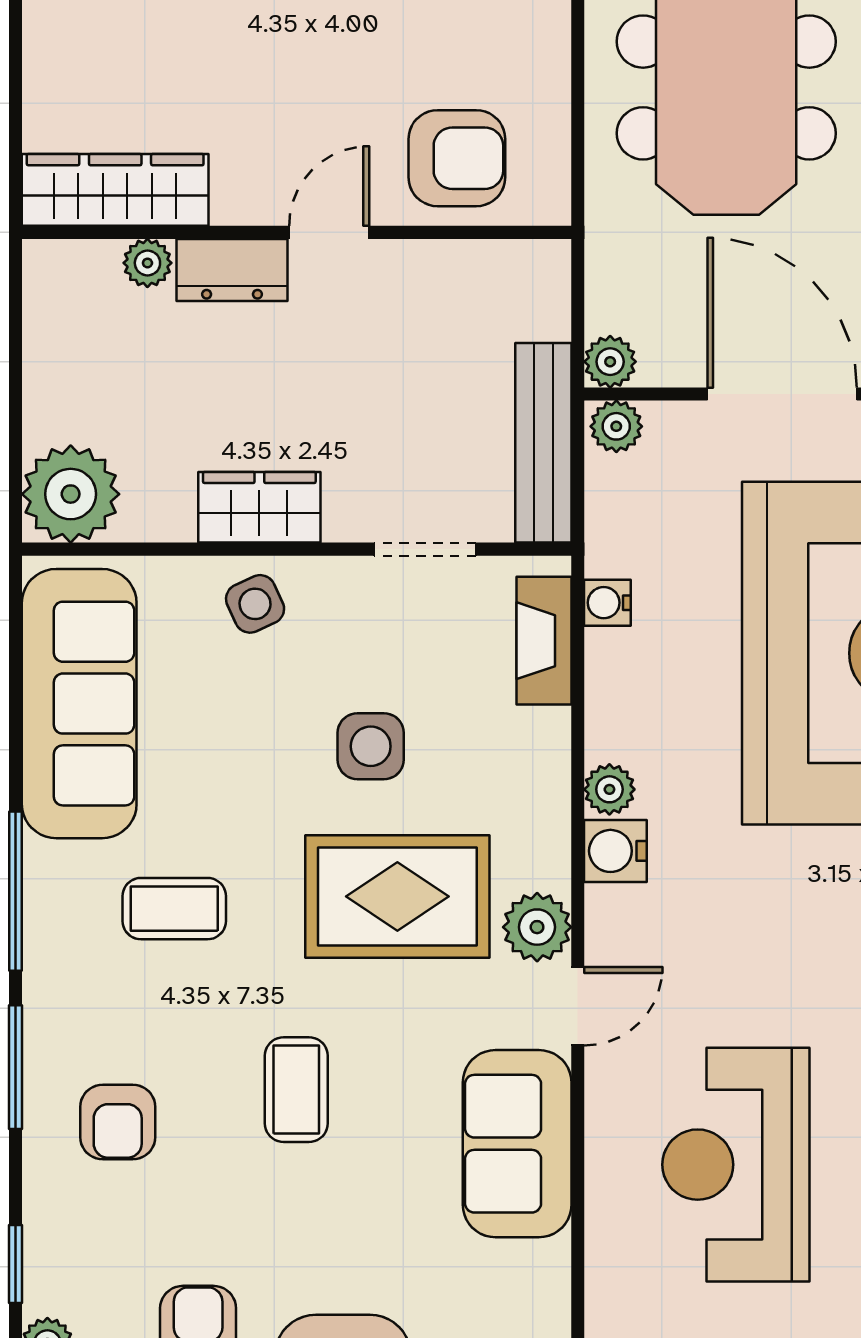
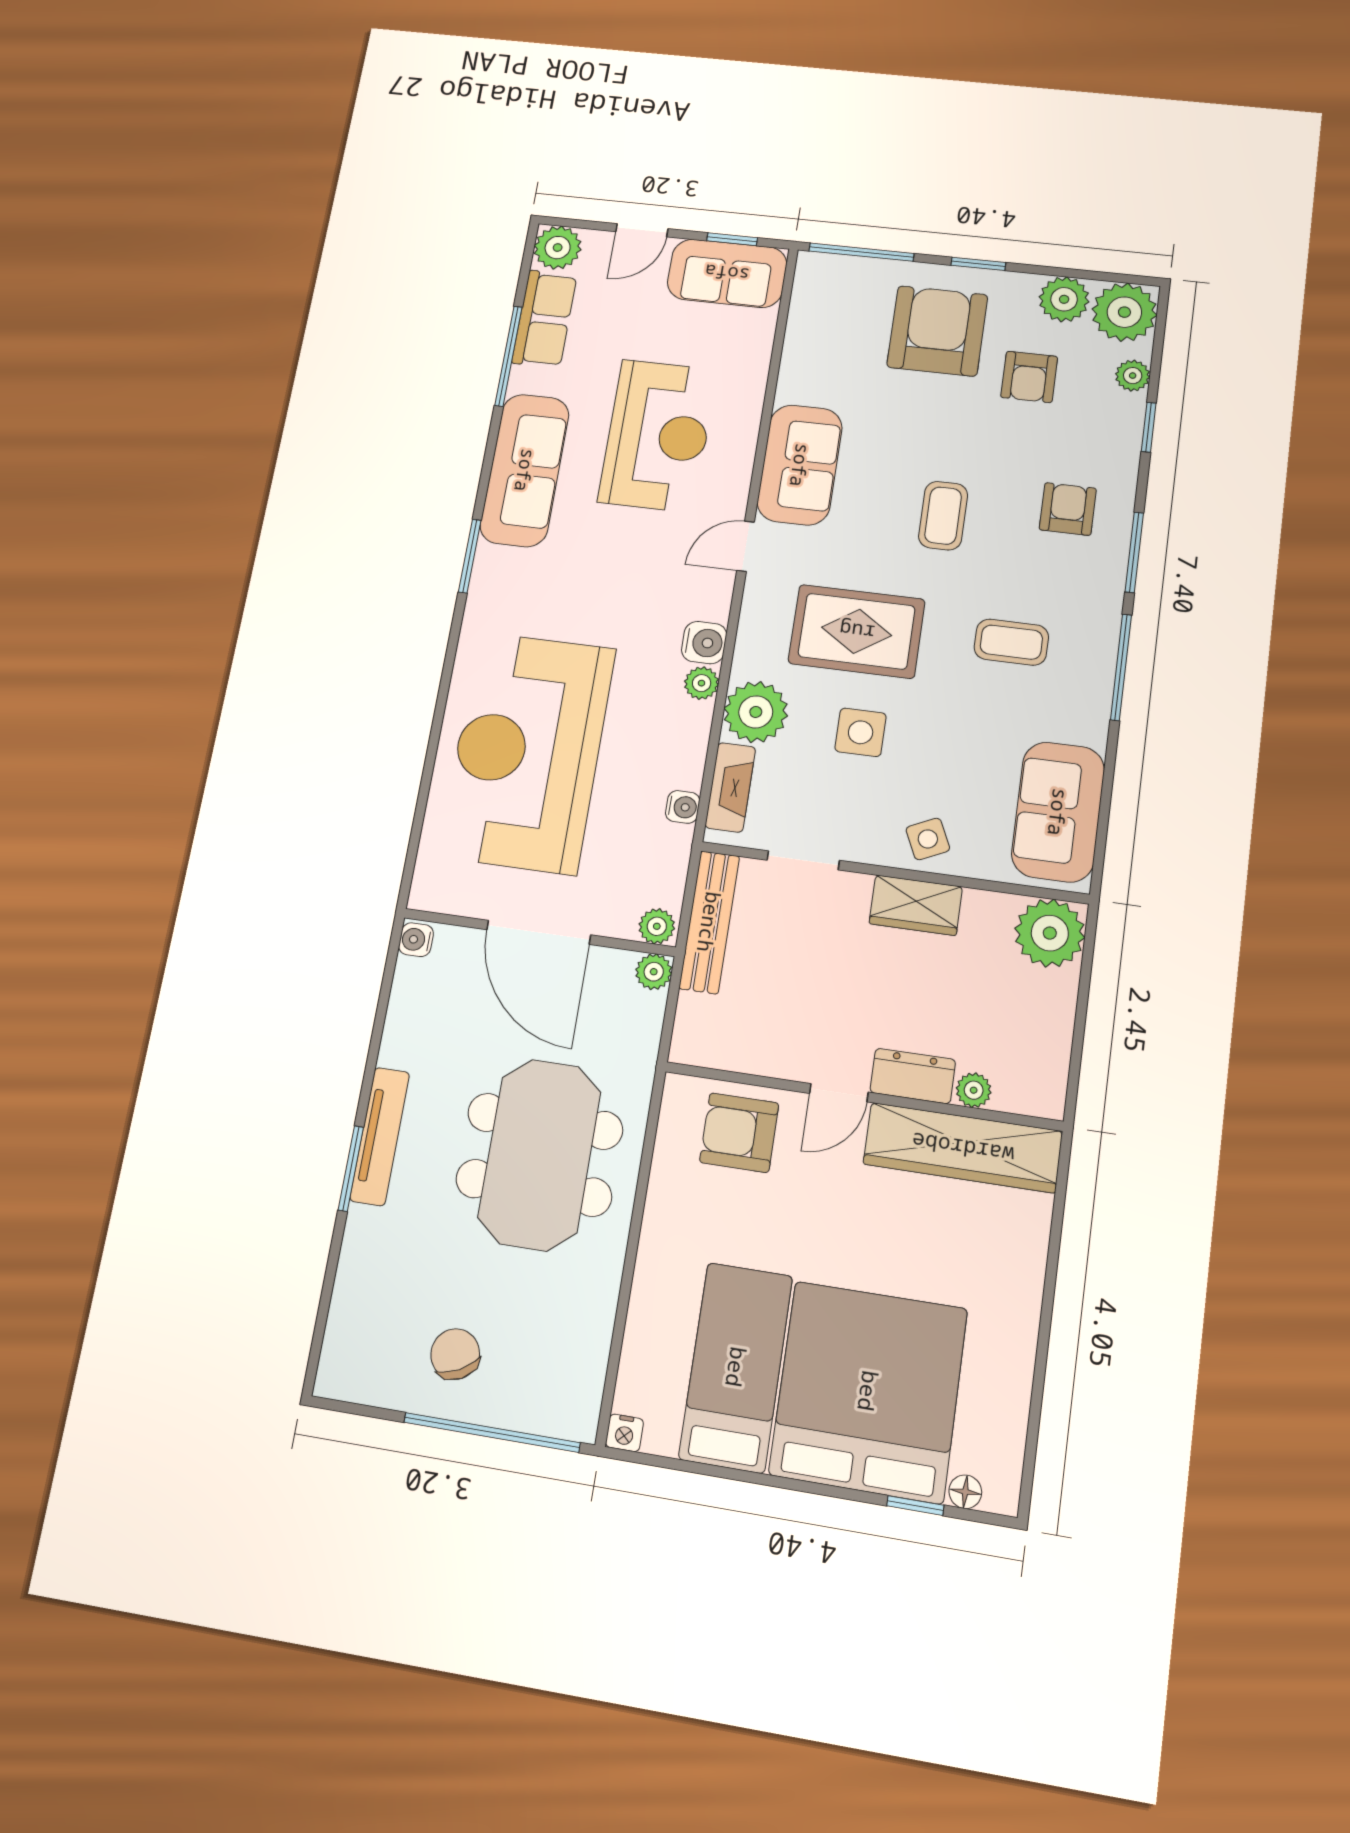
wardrobe: (115, 190) -> (963, 1148), width x1.40, depth x1.17
sofa: (79, 704) -> (1058, 812), width x0.73
plant: (537, 927) -> (756, 712), moved, width x1.36, depth x1.36

